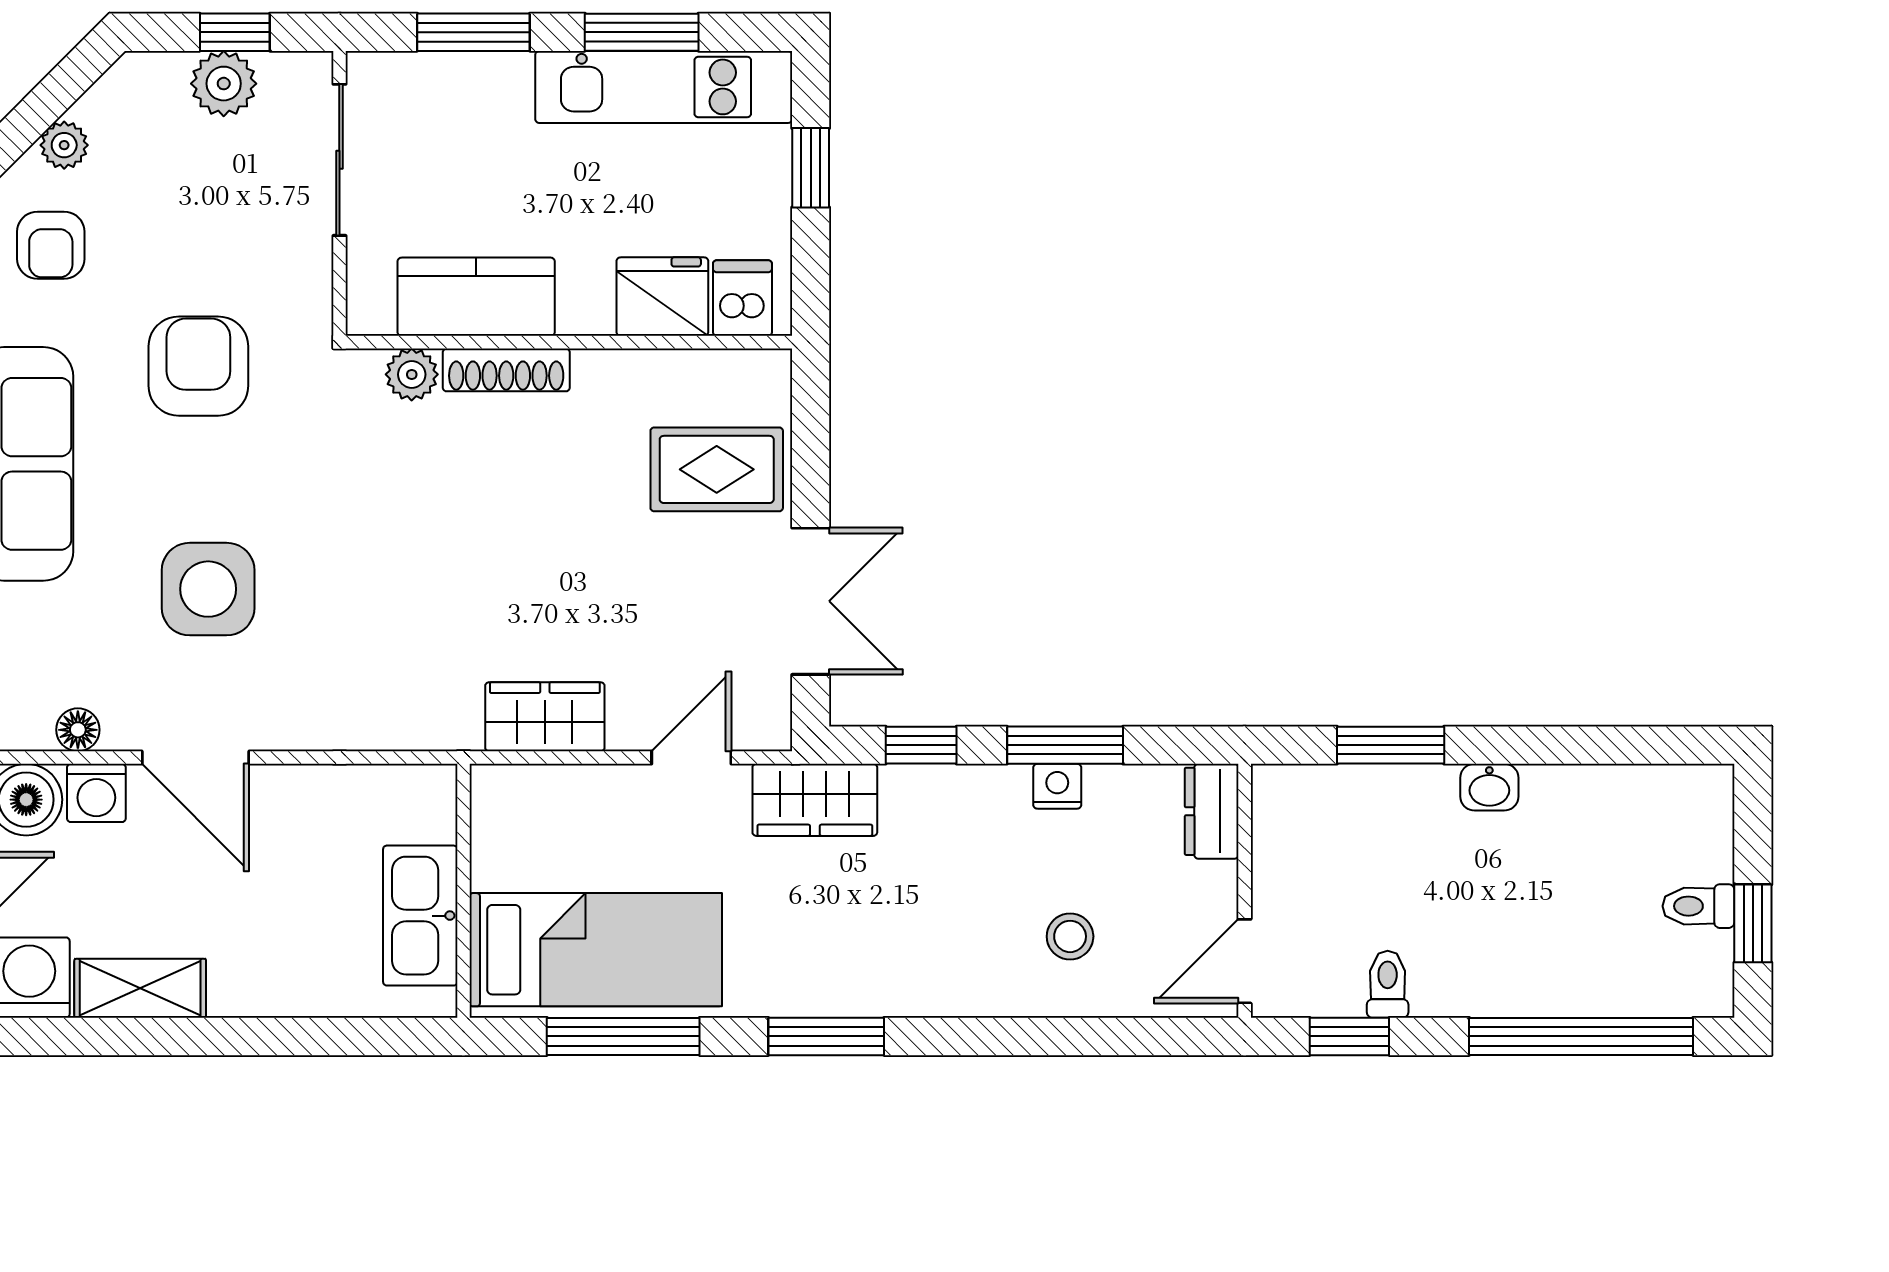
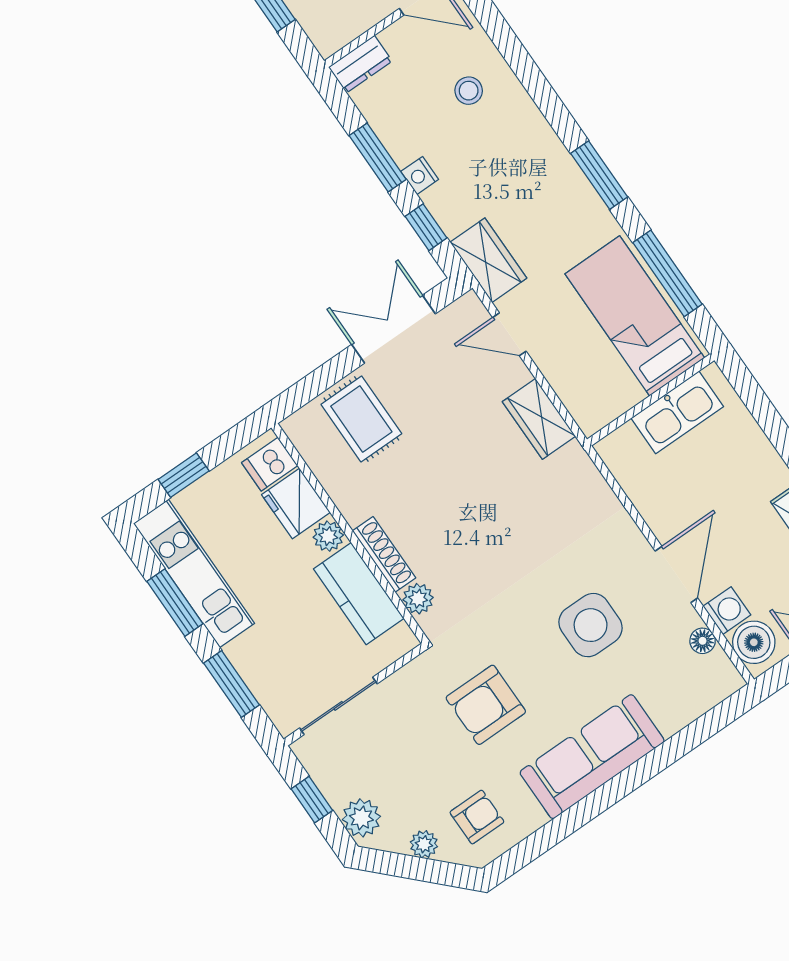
plant: (224, 84) -> (361, 818), moved
plant: (586, 310) -> (328, 536), added
nightstand: (1057, 786) -> (420, 175), moved

